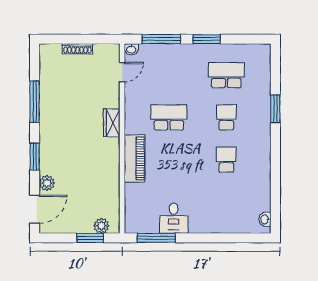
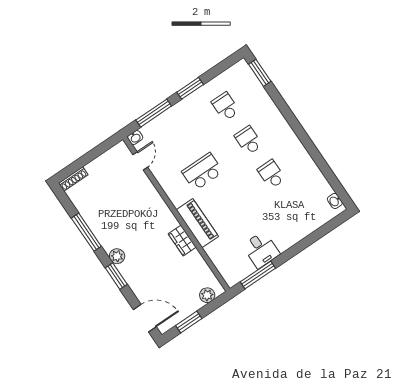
shoe rack: (77, 49) -> (73, 179), moved
school desk: (226, 75) -> (225, 107), width x0.54
window: (275, 109) -> (260, 73), moved
wardrobe: (112, 123) -> (182, 240), moved
plant: (47, 183) -> (117, 256), moved
door: (35, 209) -> (145, 318), hinge flipped
window: (90, 238) -> (189, 322), moved

